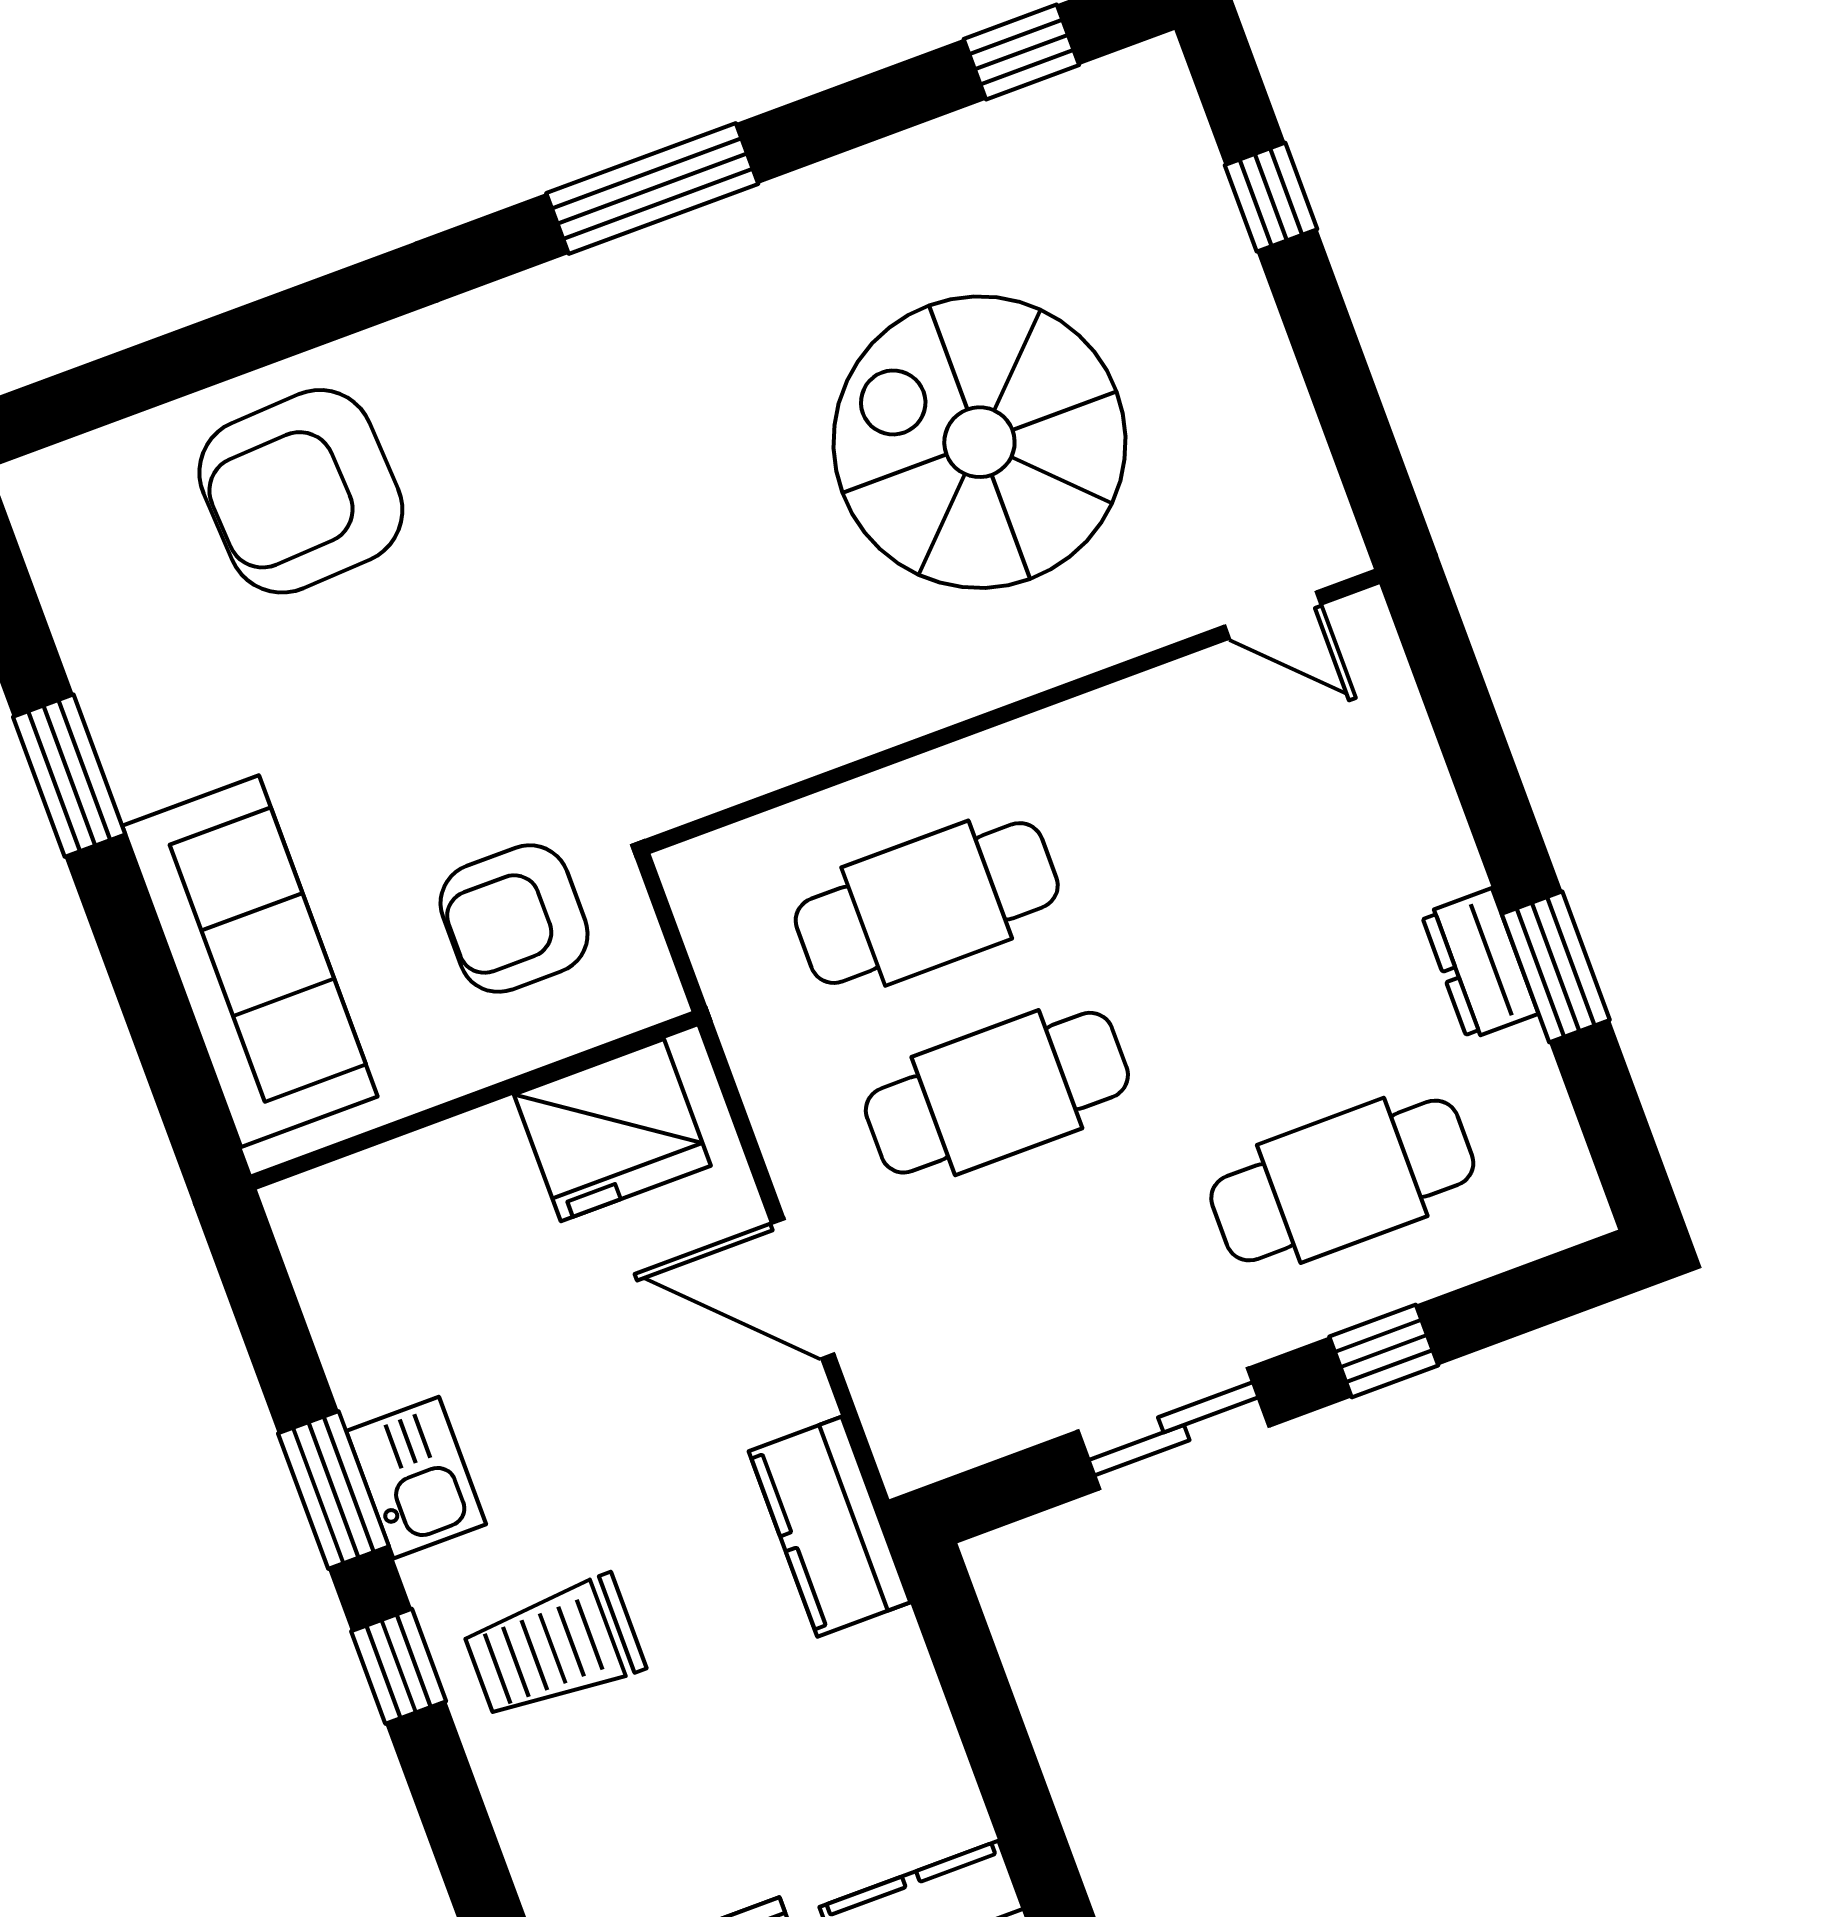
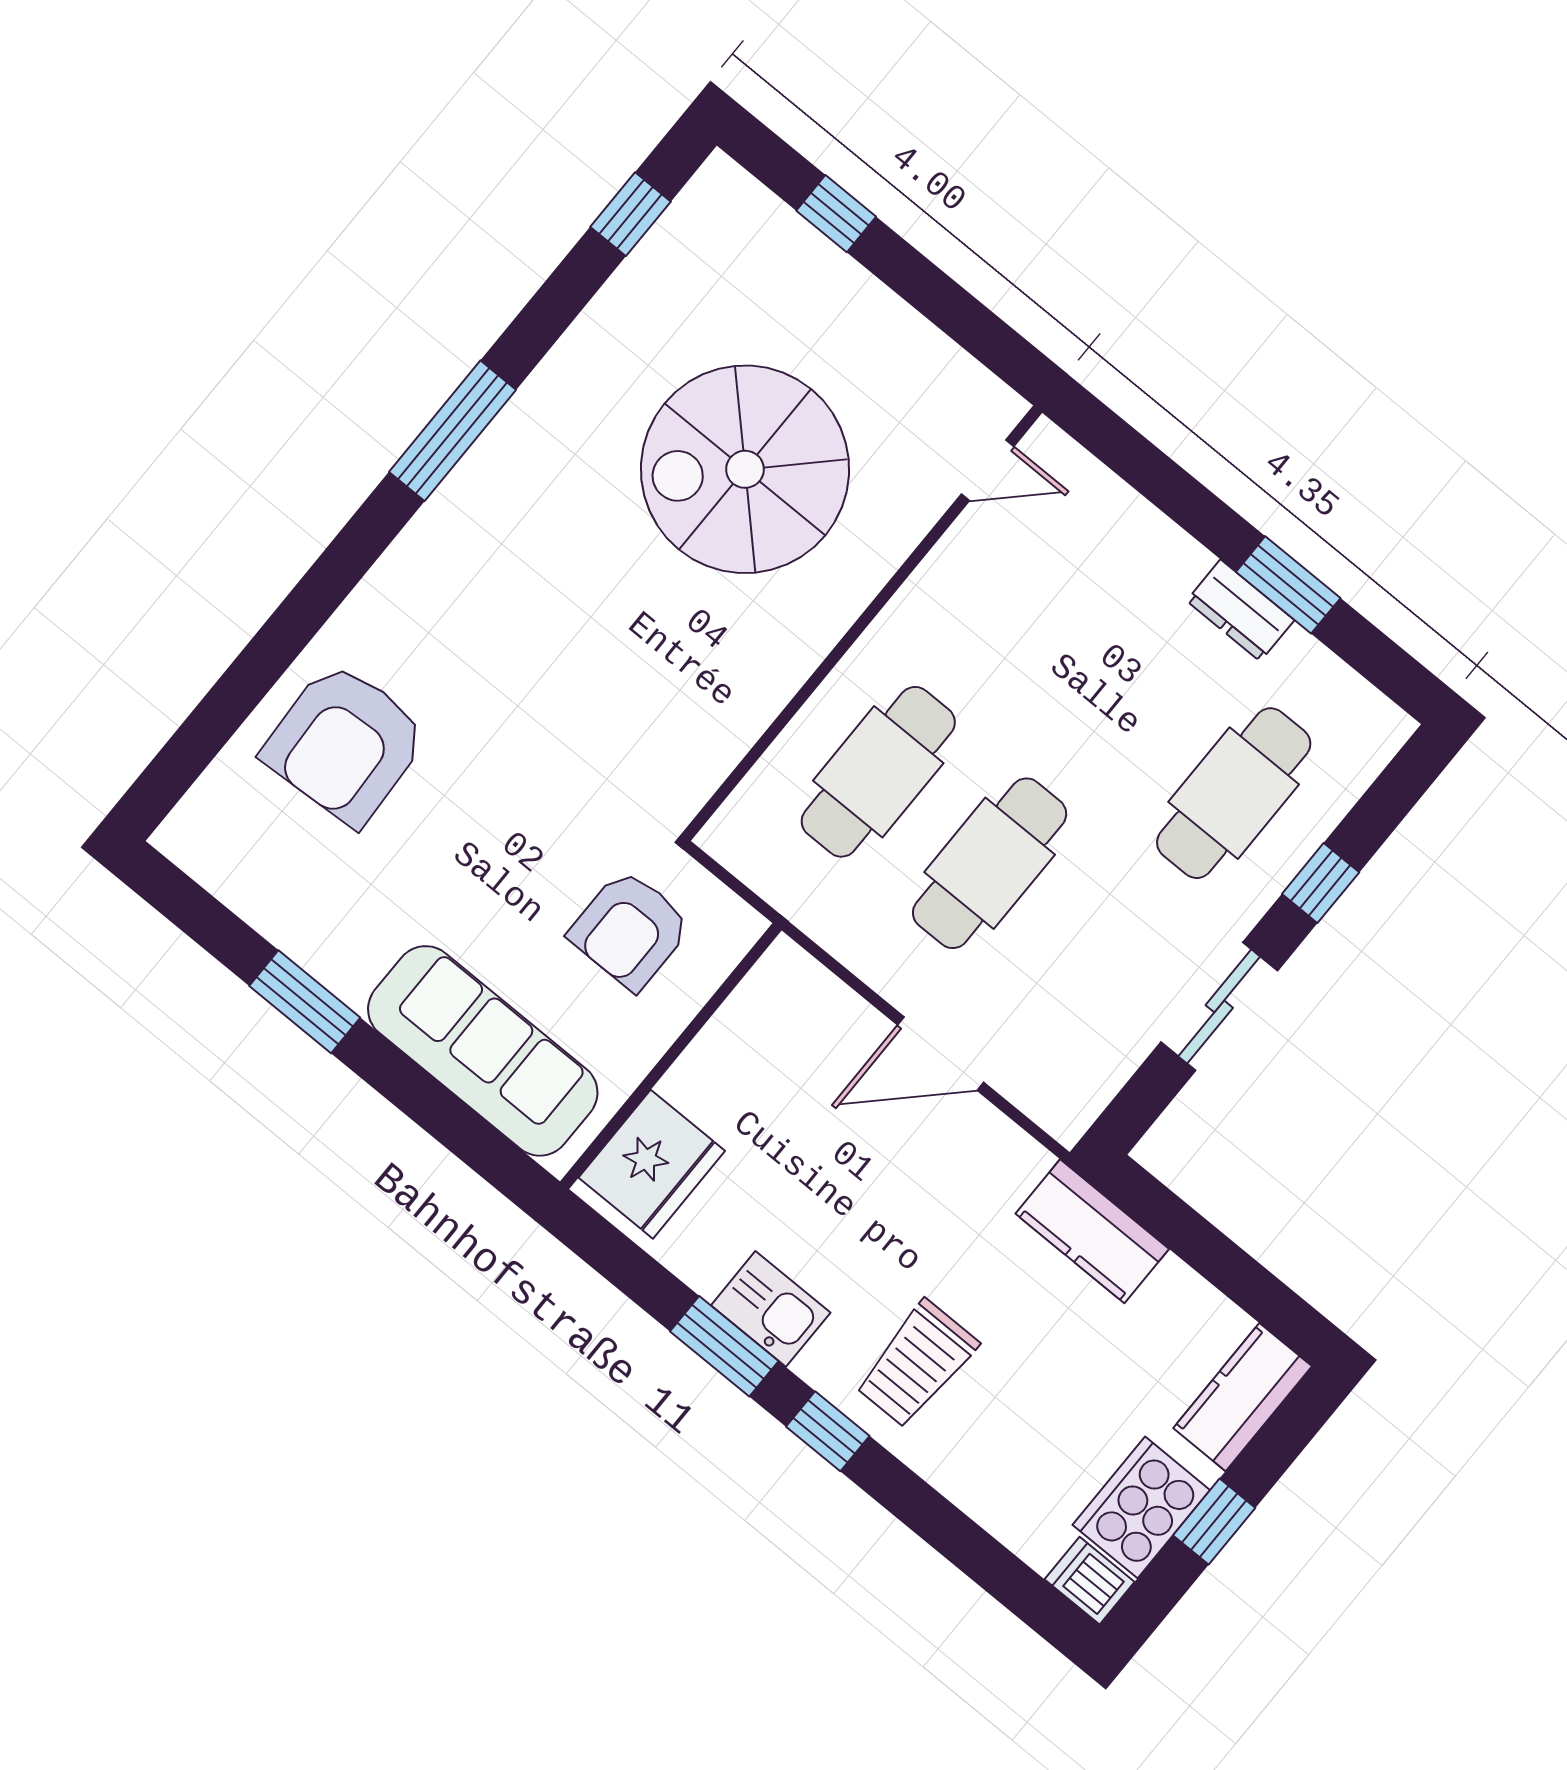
fridge: (612, 1130) -> (652, 1164), moved
kitchen counter: (829, 1527) -> (1092, 1231), moved

